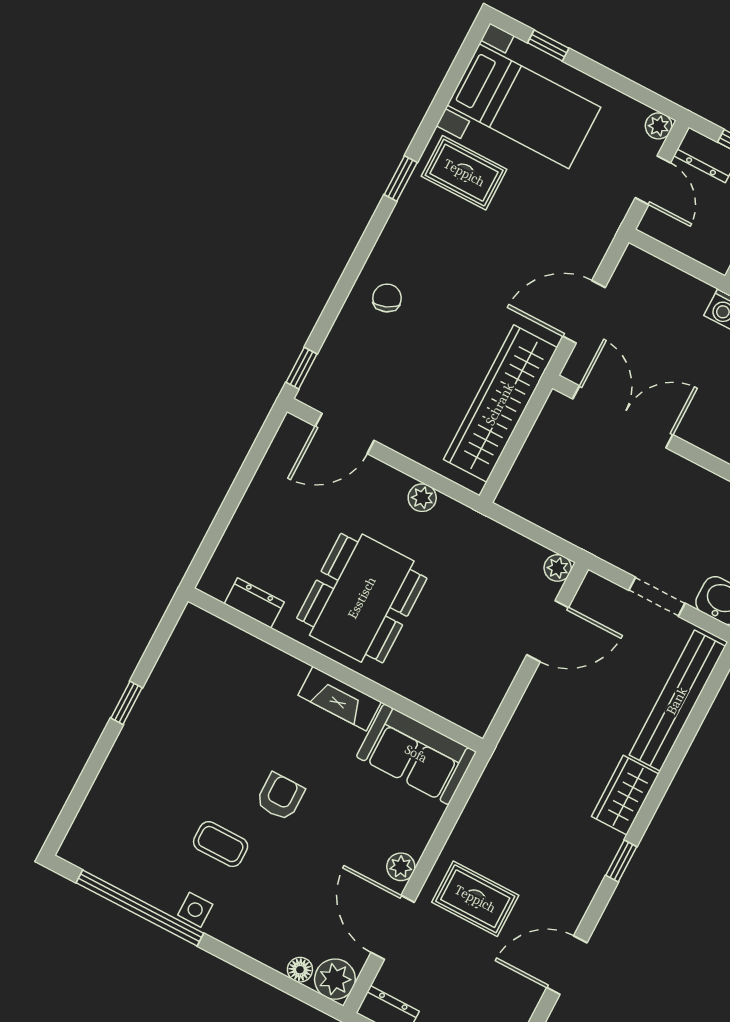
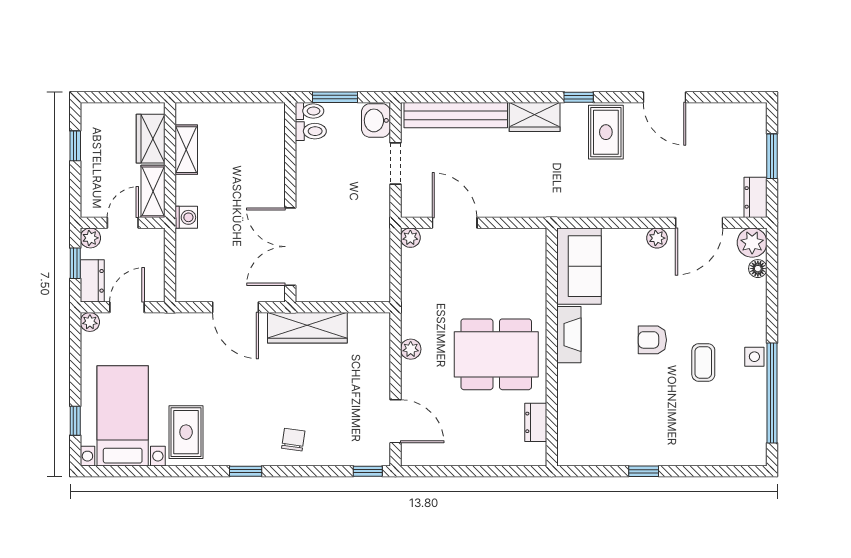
window: (401, 178) -> (246, 471), moved
chair: (387, 298) -> (293, 440), turned 120
wardrobe: (500, 404) -> (307, 328), width x0.71, depth x0.85
rug: (475, 899) -> (606, 132), moved

